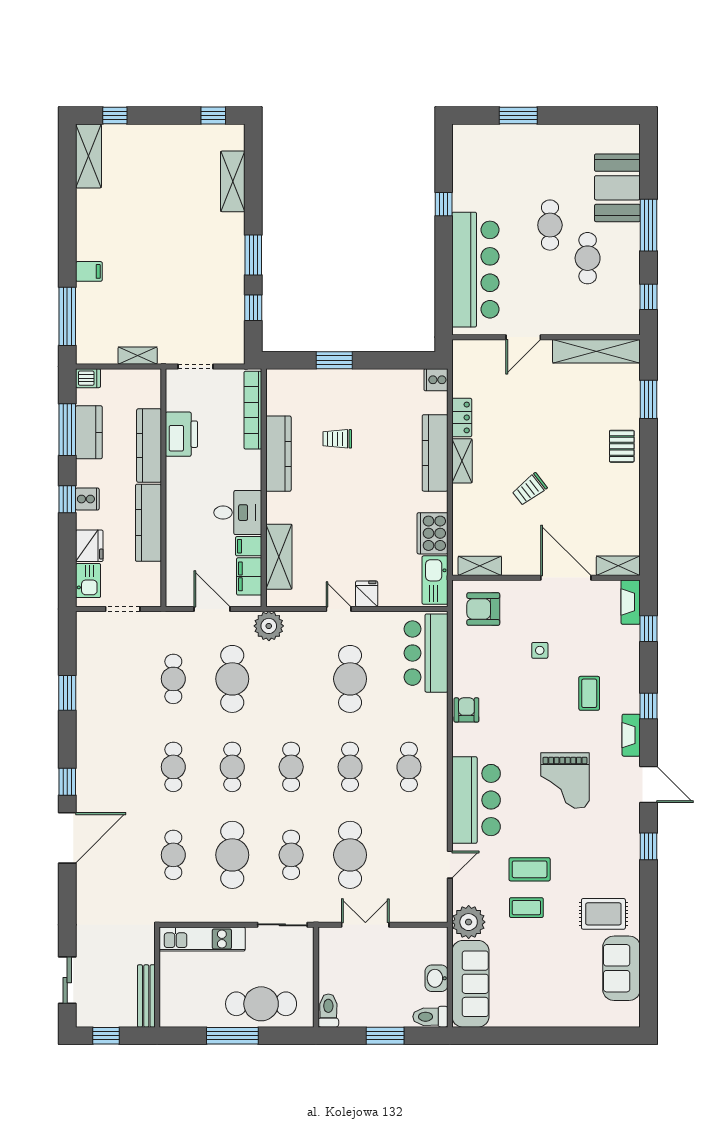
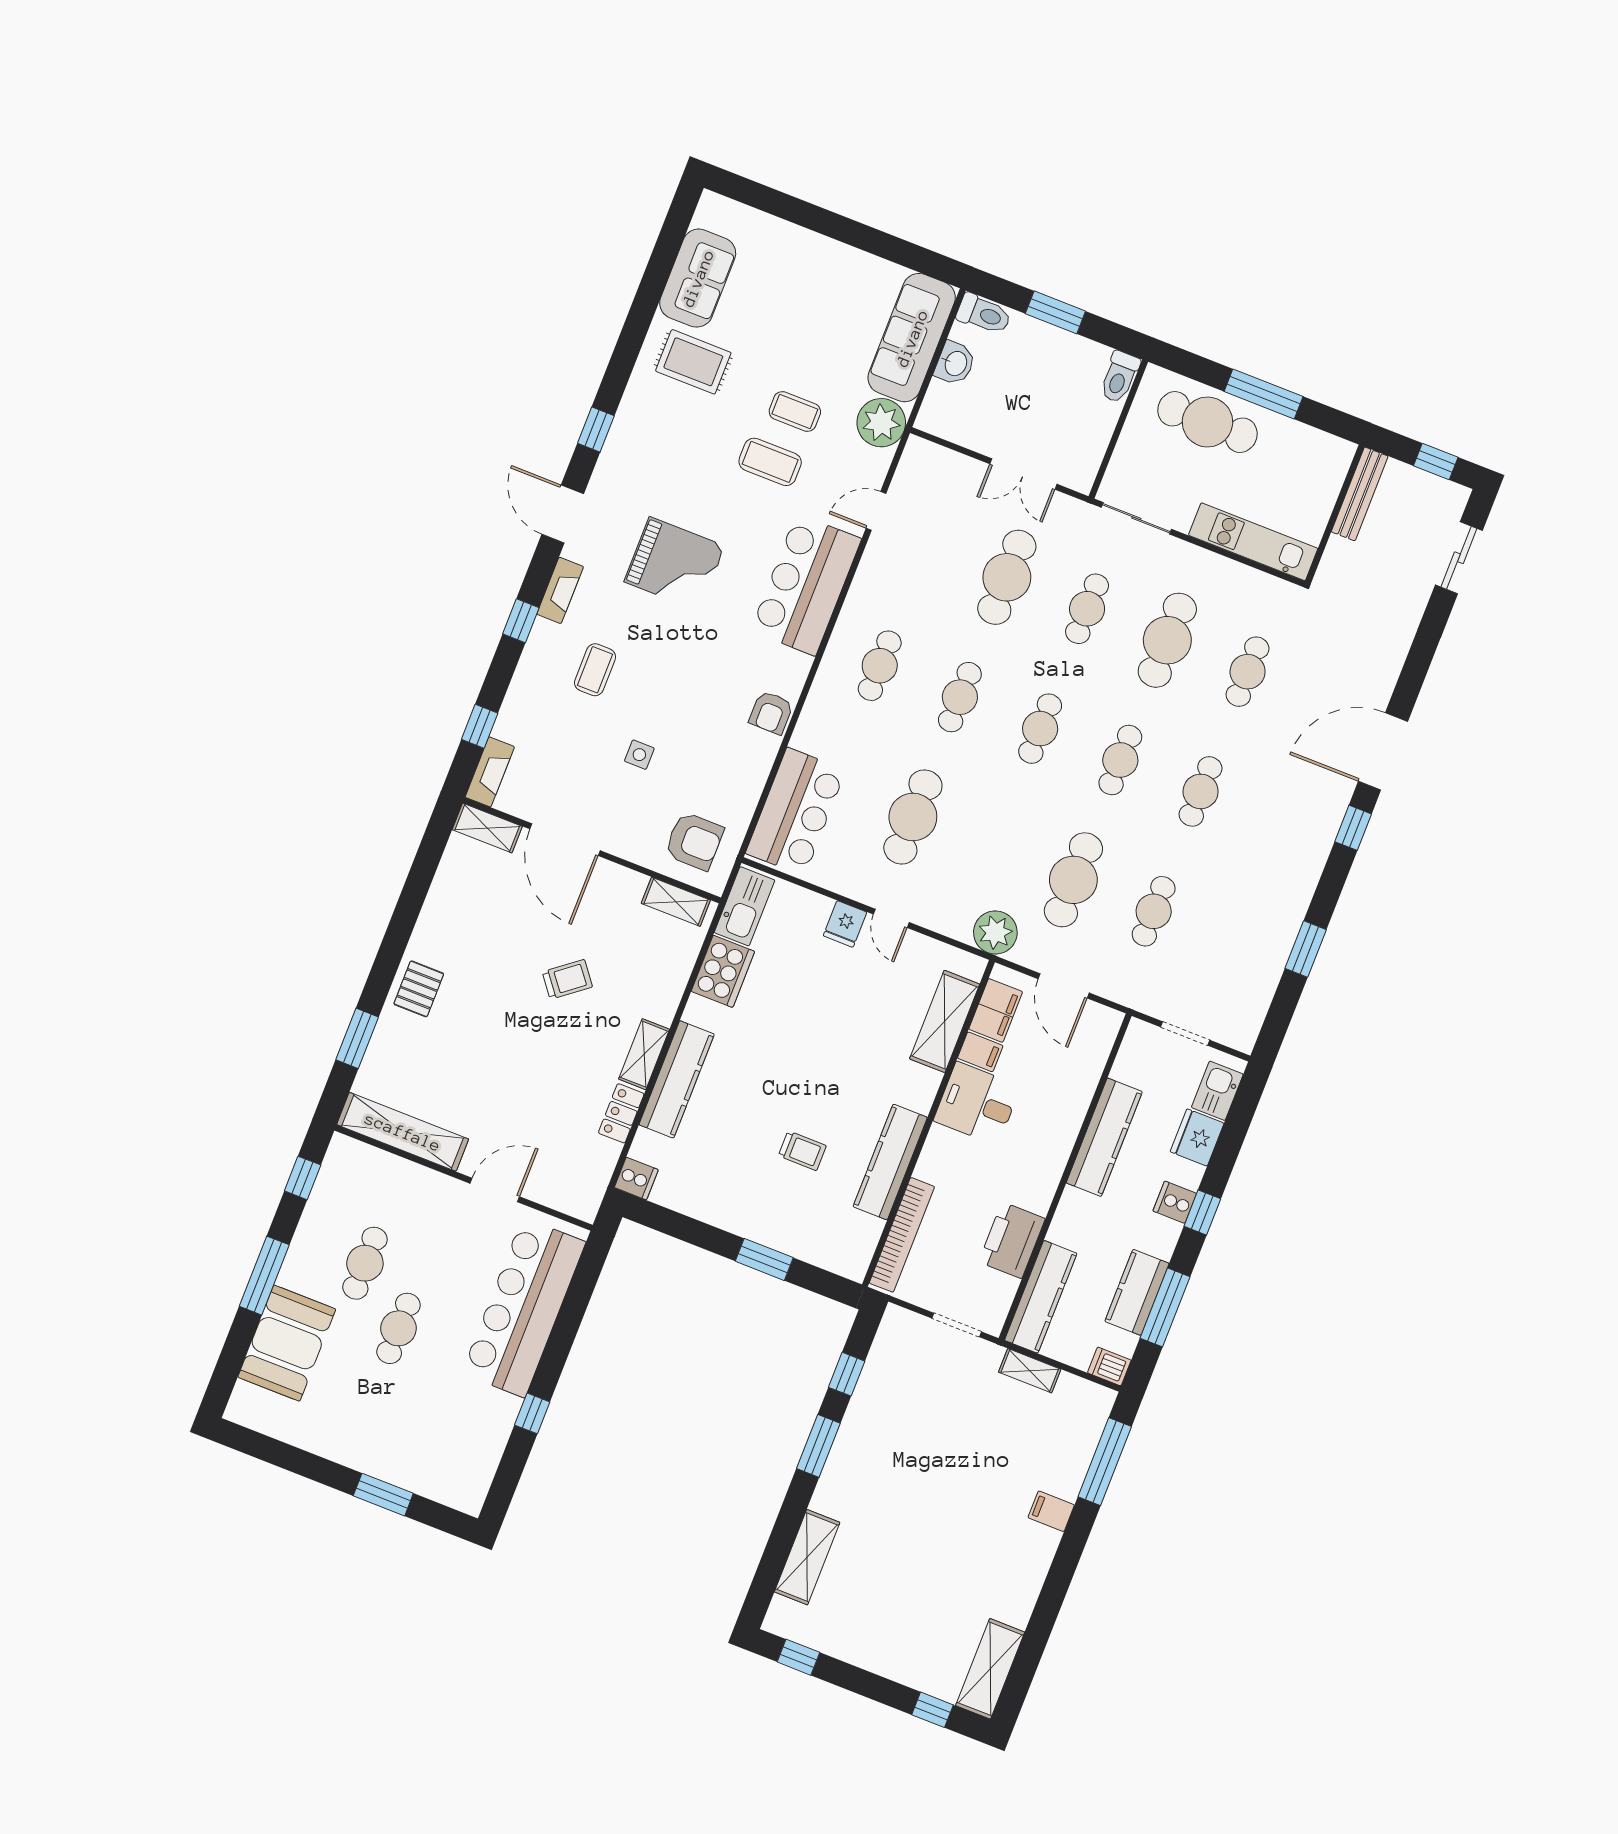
kitchen counter: (149, 446) -> (1041, 1297), moved
grand piano: (565, 781) -> (675, 564), turned 90

